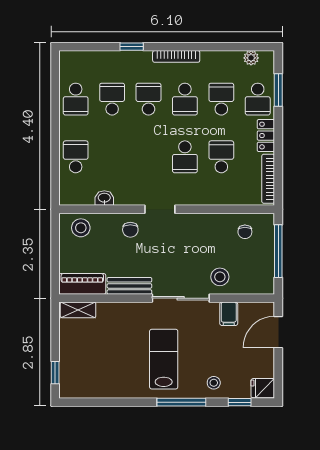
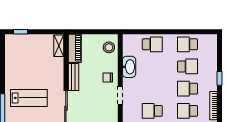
school desk: (148, 99) -> (187, 89), turned 180
washbasin: (104, 198) -> (129, 67), width x1.91, depth x1.45

